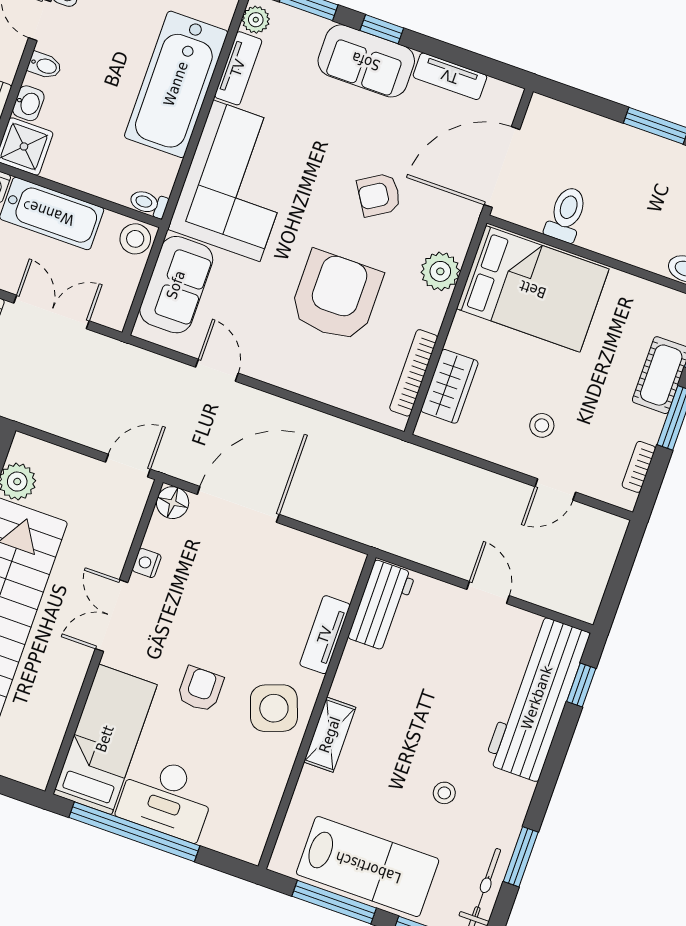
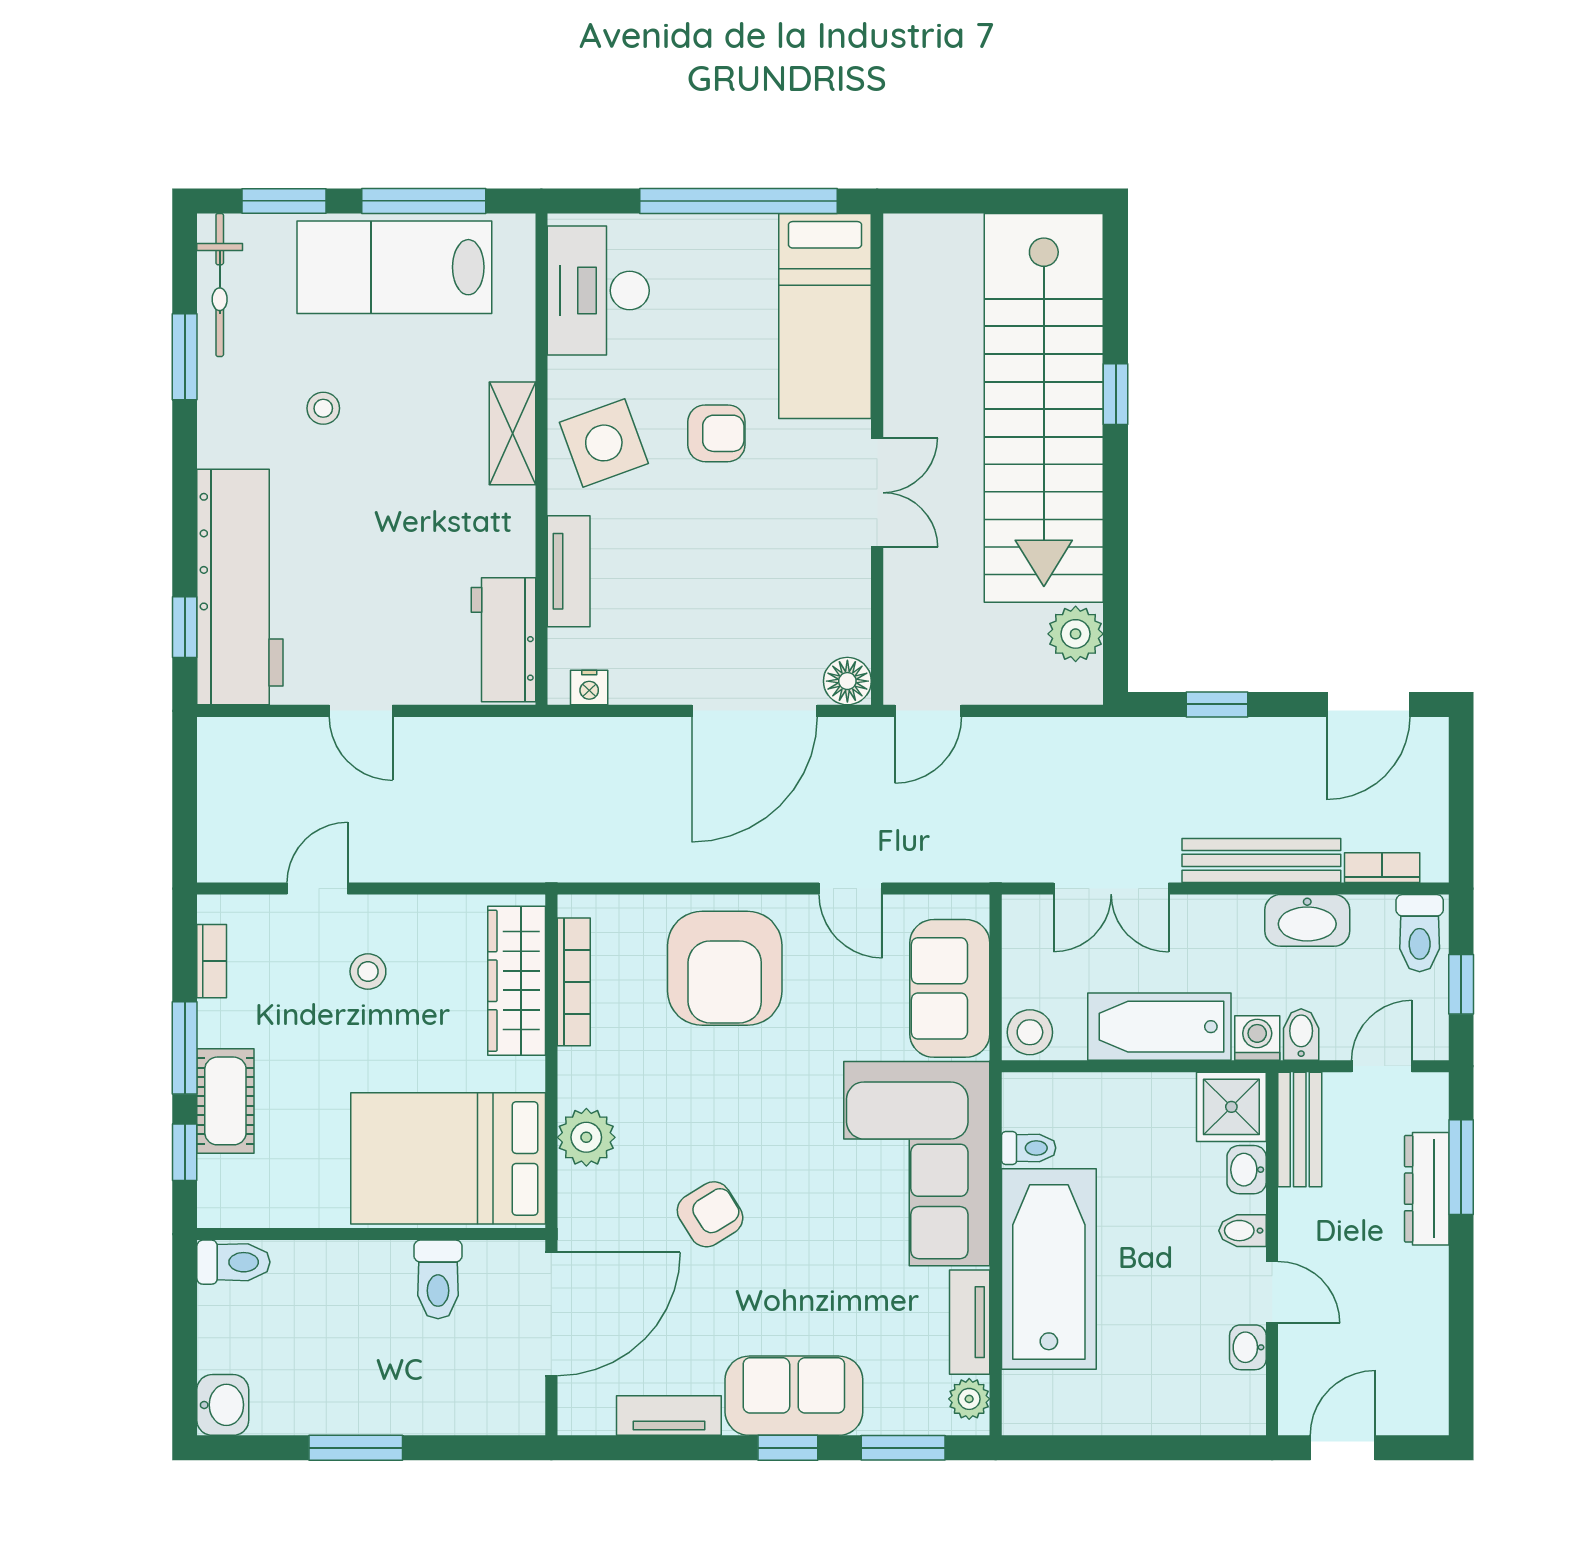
toilet: (149, 203) -> (1029, 1148), moved
armchair: (336, 296) -> (725, 968), moved
wardrobe: (450, 386) -> (517, 981), width x1.50
nightstand: (147, 563) -> (589, 687), moved, turned 90
armchair: (200, 689) -> (716, 433), turned -90
desk: (166, 798) -> (598, 291), moved, turned -90

